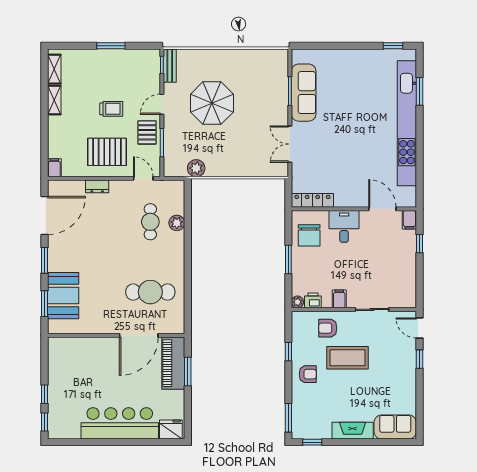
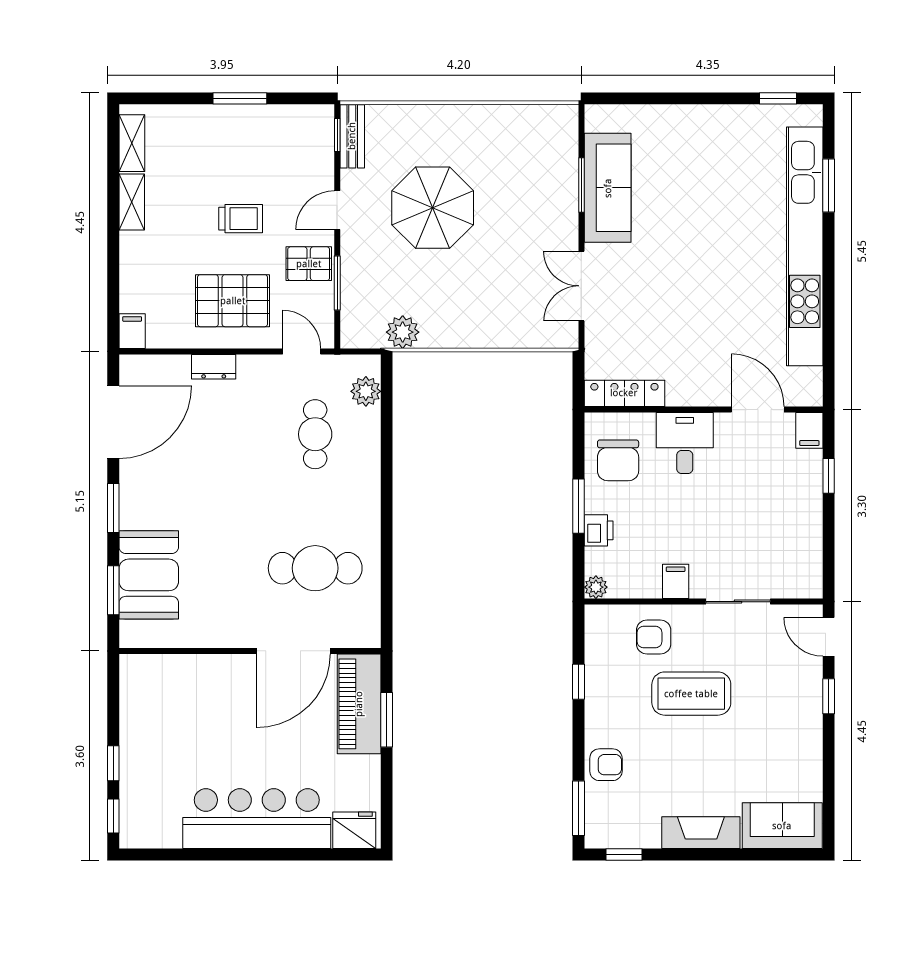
pallet: (147, 132) -> (309, 264), turned 90
plant: (177, 223) -> (366, 391), moved
printer: (313, 300) -> (599, 530), moved, turned 90
armchair: (308, 374) -> (606, 765), moved

